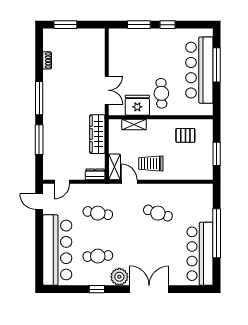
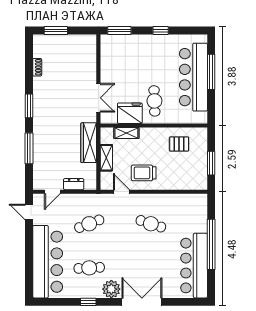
window: (139, 25) -> (119, 31), moved
window: (39, 98) -> (29, 106), width x0.69
shelving: (114, 167) -> (106, 158), moved
dresser: (95, 174) -> (74, 184), moved
cafe table: (98, 213) -> (89, 224), turned -30

